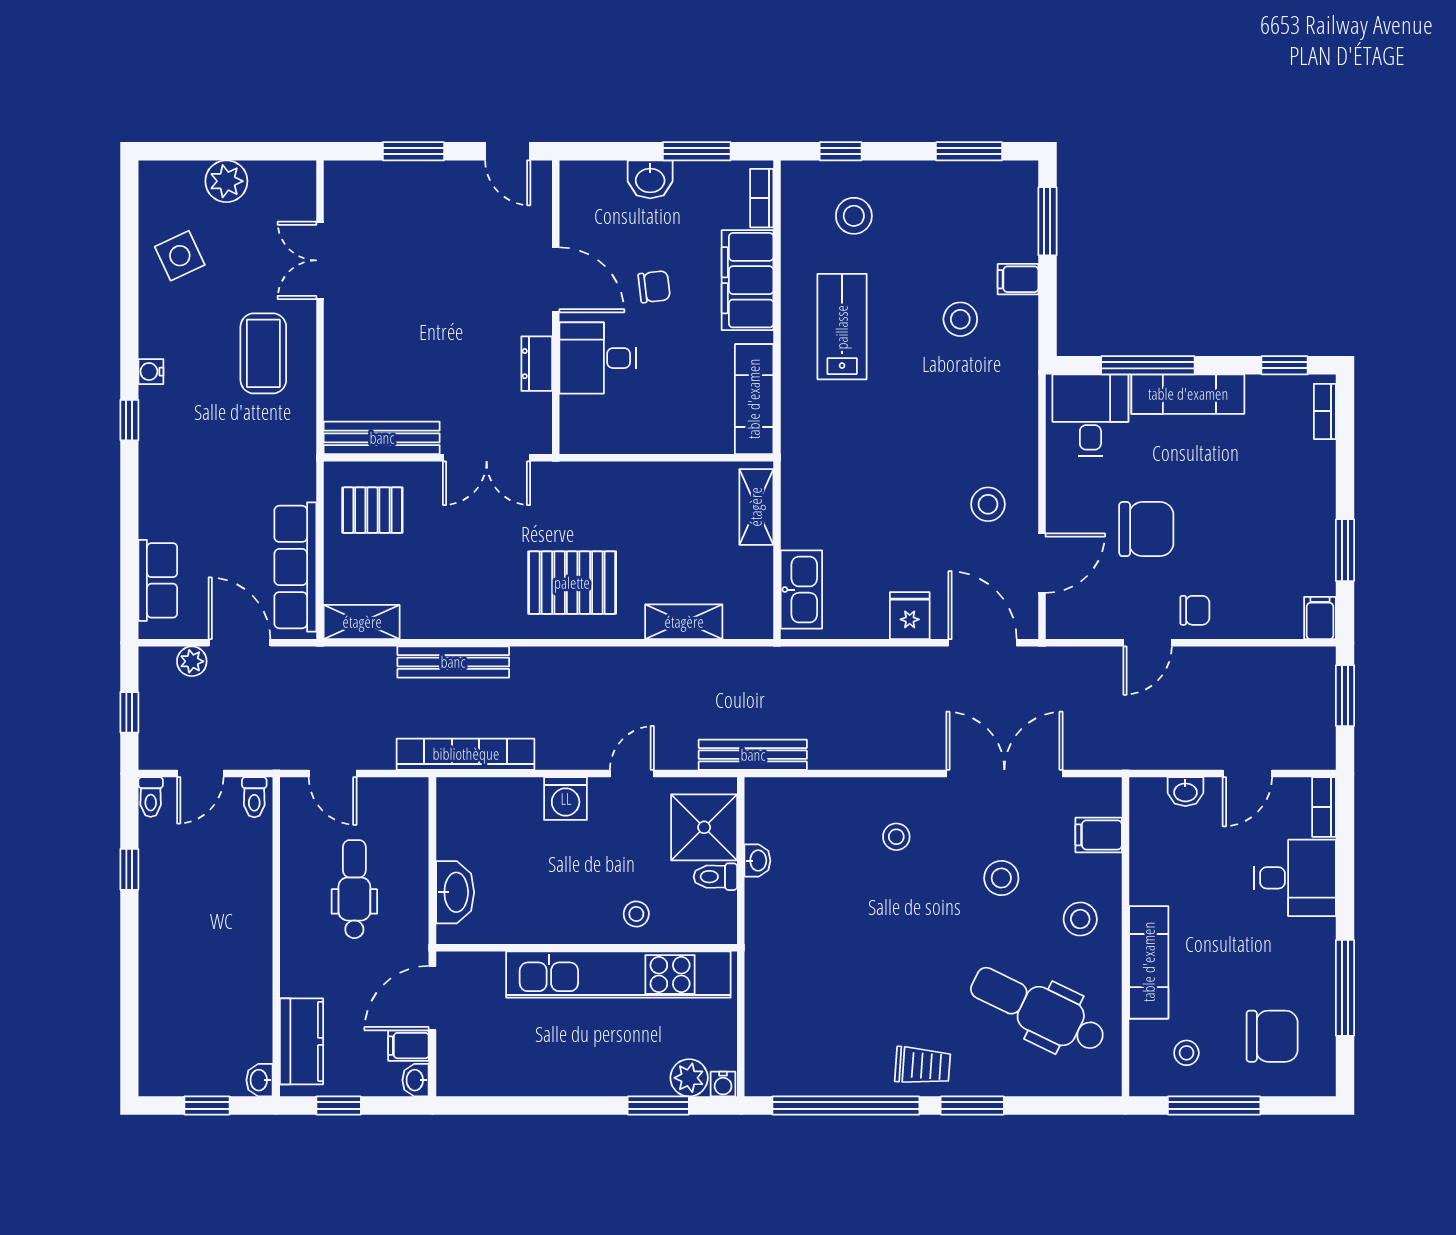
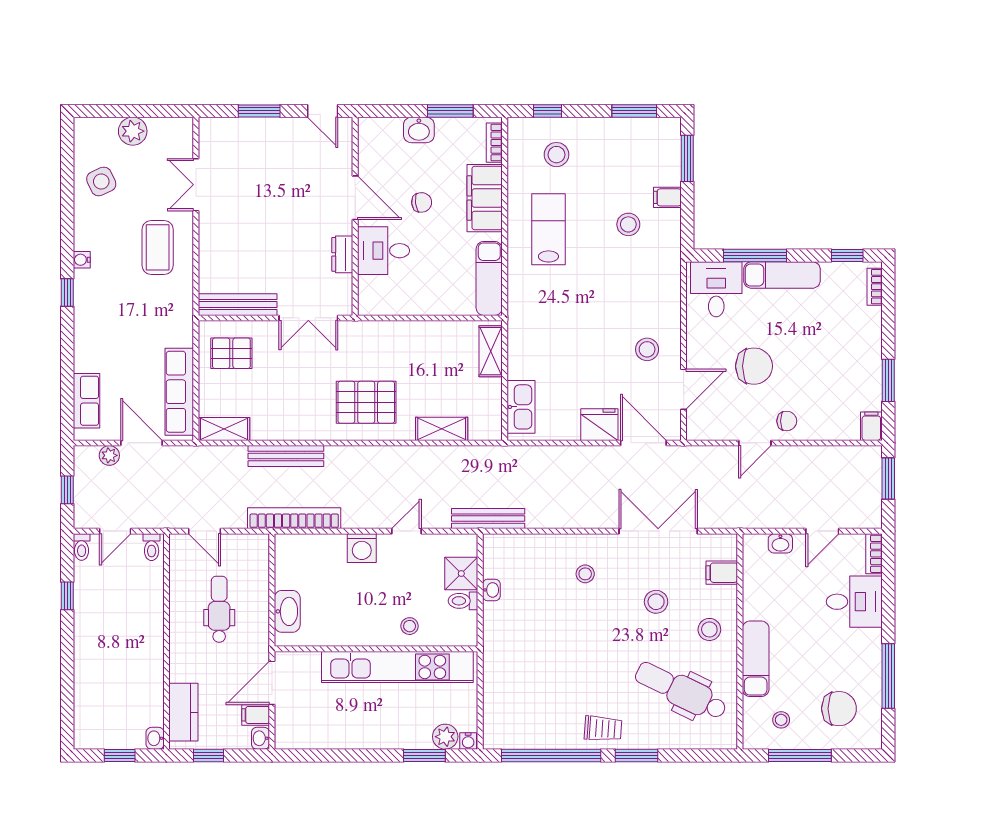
fridge: (910, 616) -> (599, 425), width x1.38
shower: (704, 827) -> (461, 573), width x0.73, depth x0.73

